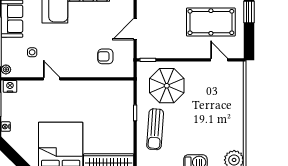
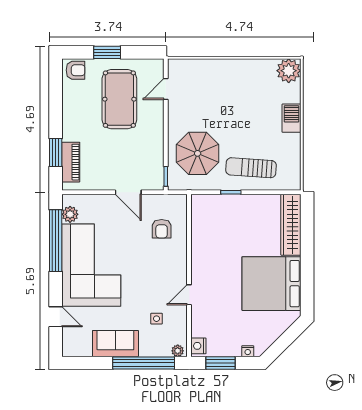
sun lounger: (155, 129) -> (251, 168), turned 180

